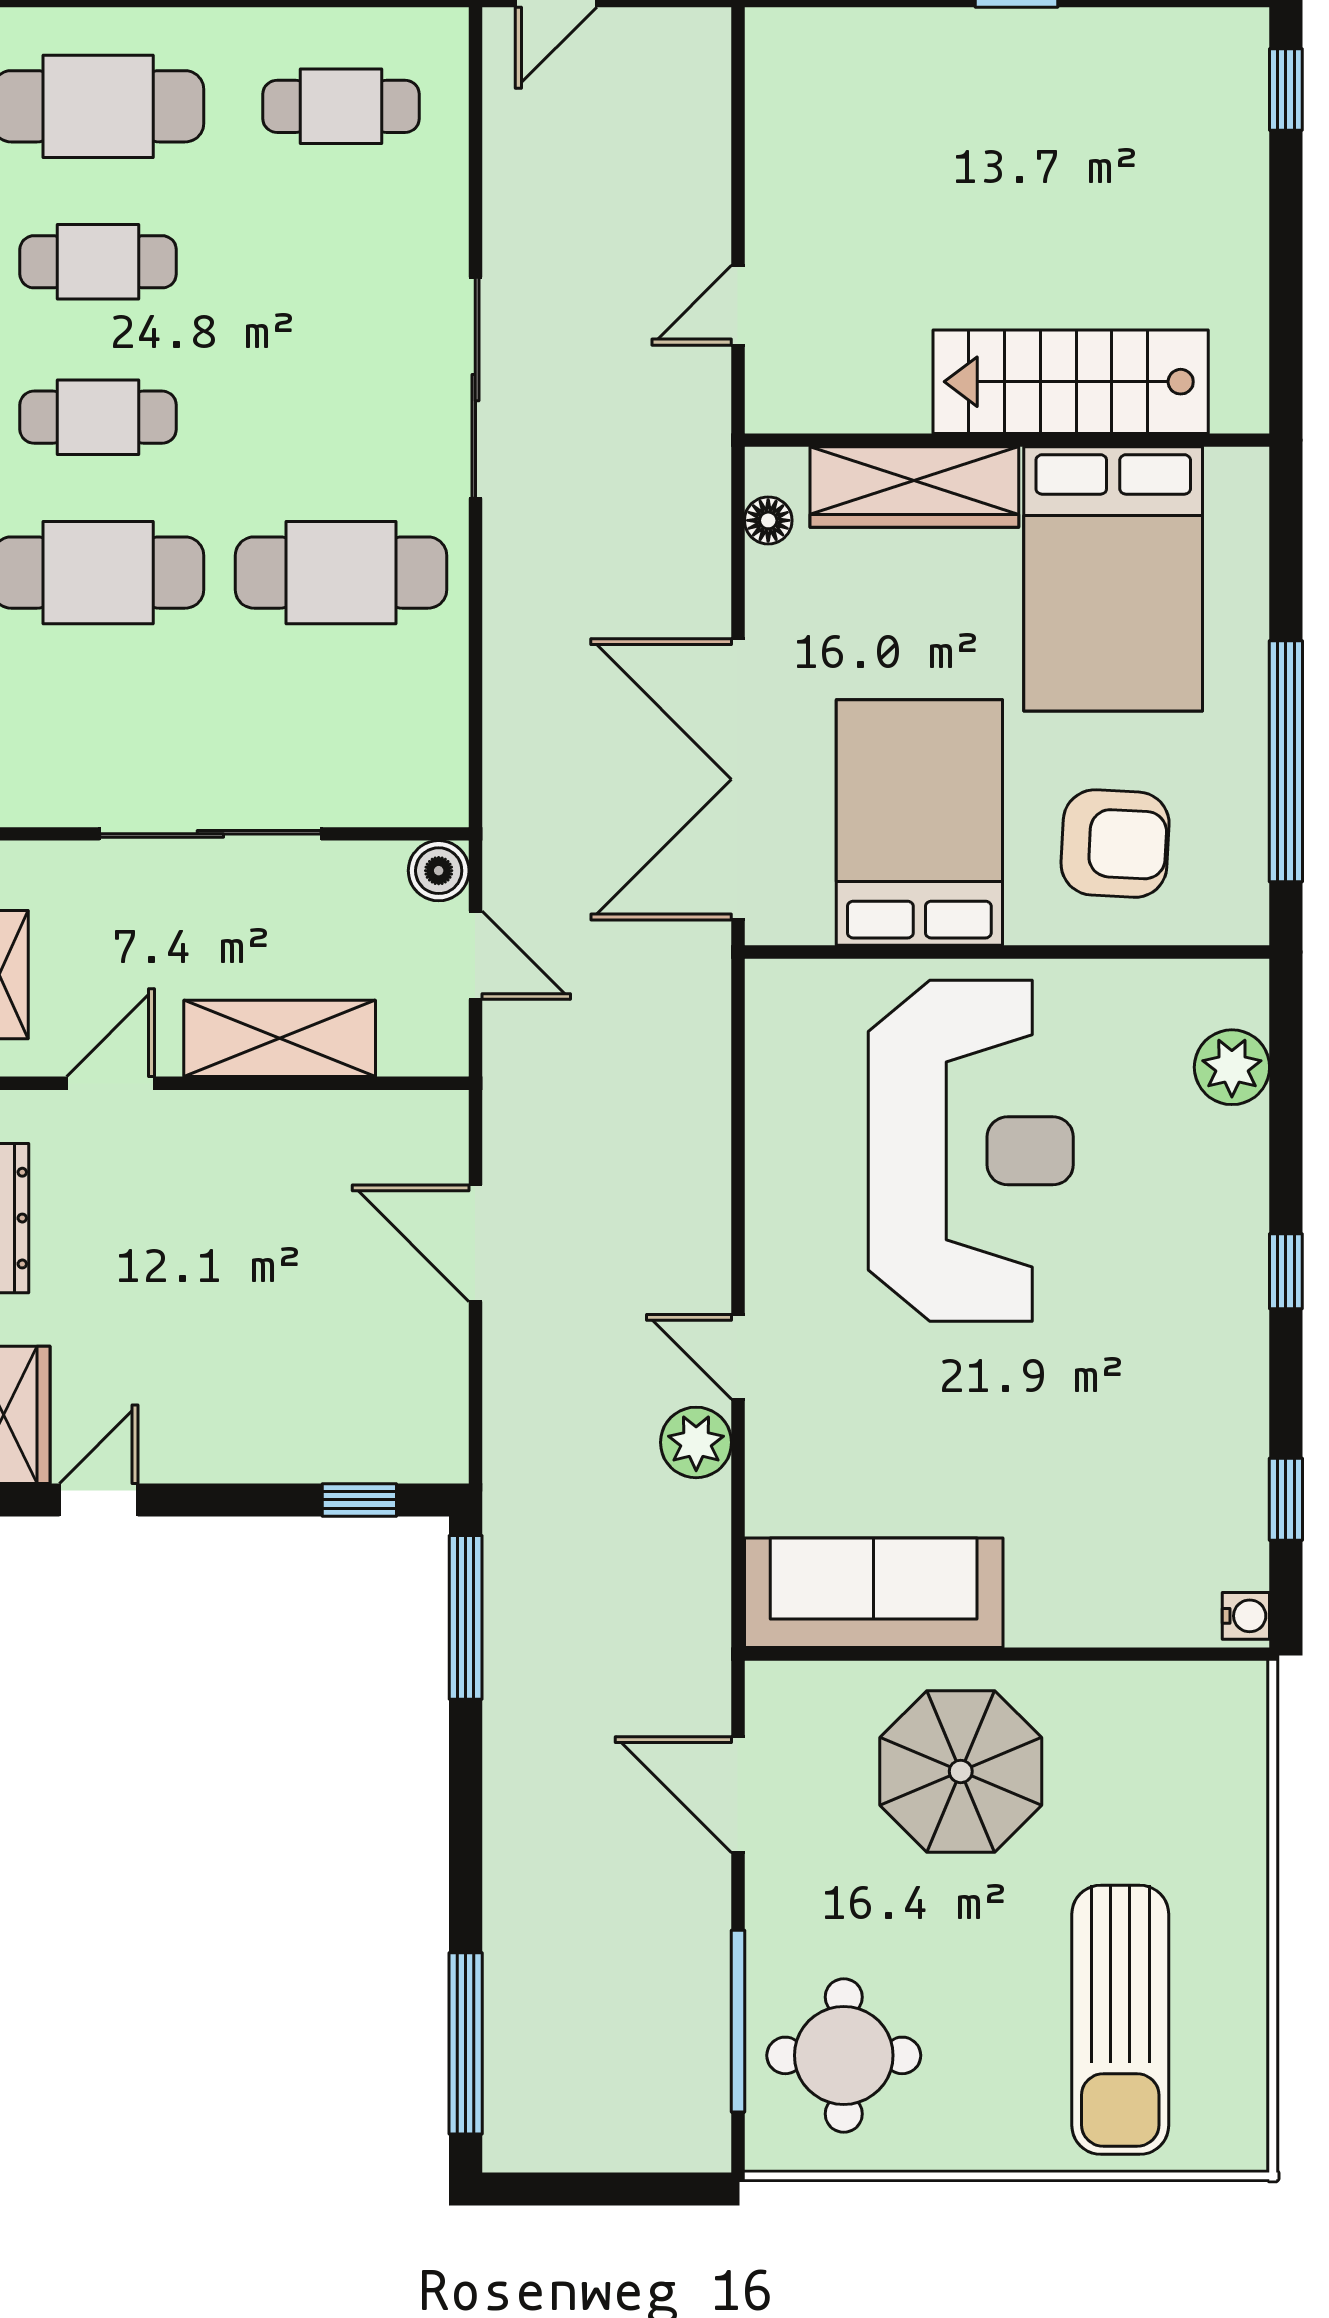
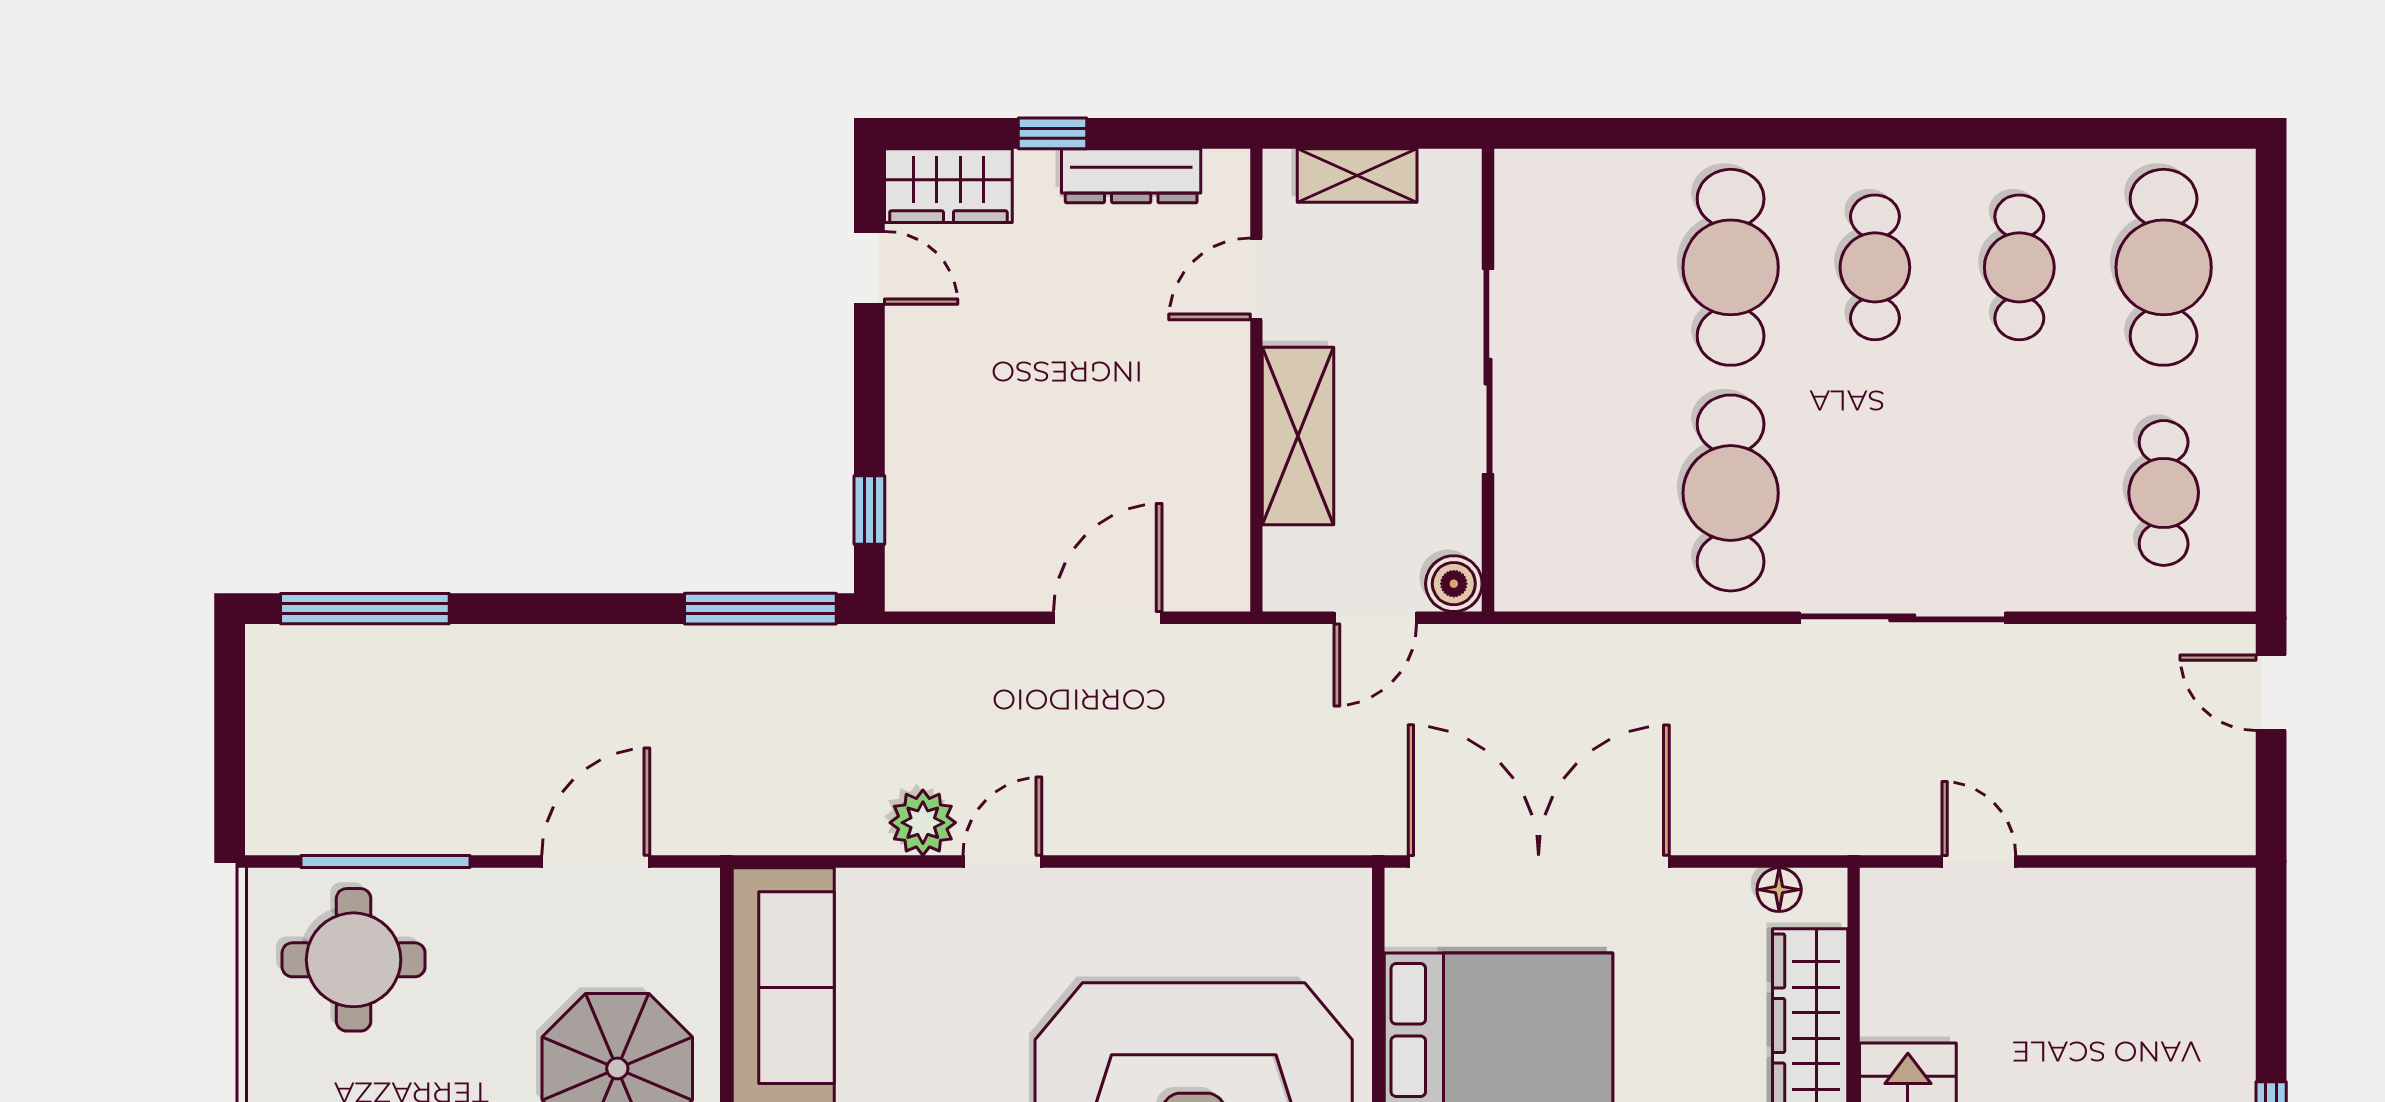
door: (111, 1083) -> (1256, 279), swing flipped

